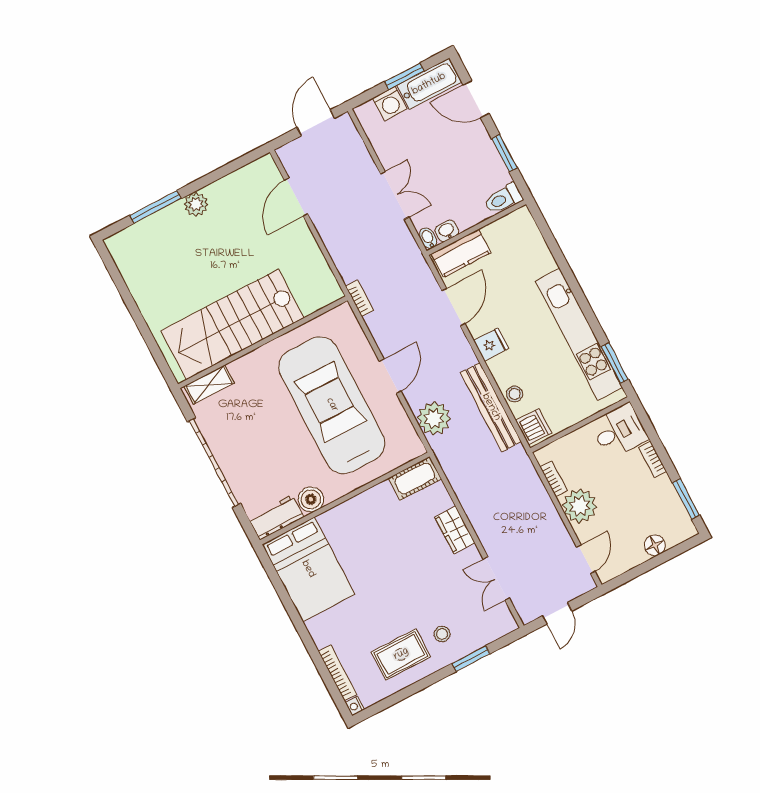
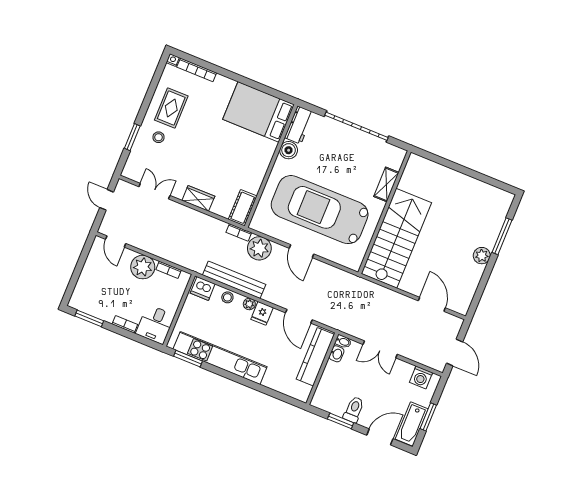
washing machine: (390, 103) -> (421, 377), moved, turned -90
toilet: (503, 199) -> (354, 410), moved
kitchen counter: (461, 253) -> (315, 357), width x1.50
bookcase: (360, 298) -> (239, 232), moved
stairs: (232, 324) -> (396, 238), moved
plant: (497, 366) -> (249, 304), added
shelving: (209, 385) -> (386, 184), moved
car: (332, 405) -> (320, 210), turned 180
floor lamp: (655, 545) -> (85, 280), removed

